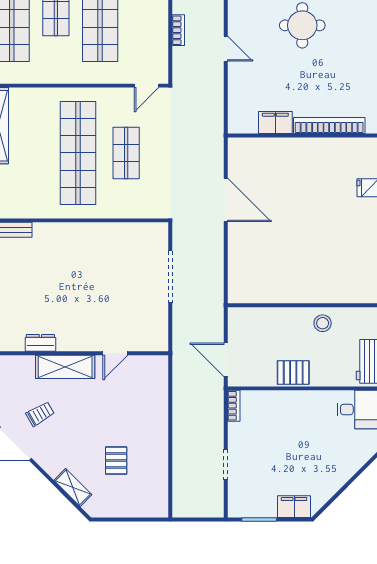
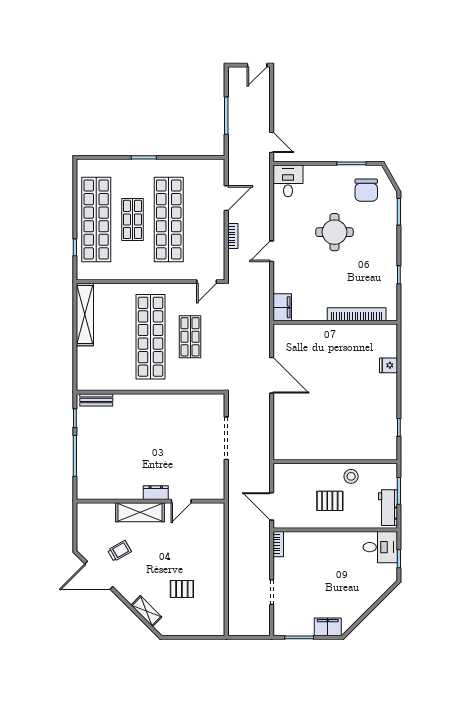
door: (226, 49) -> (272, 251), swing flipped
filing cabinet: (275, 122) -> (282, 307), moved, turned 90
dresser: (40, 343) -> (156, 493), moved
pallet: (293, 372) -> (330, 501), moved
pallet: (116, 460) -> (182, 589), turned 90

